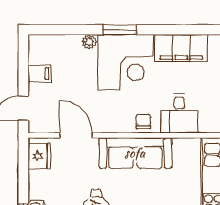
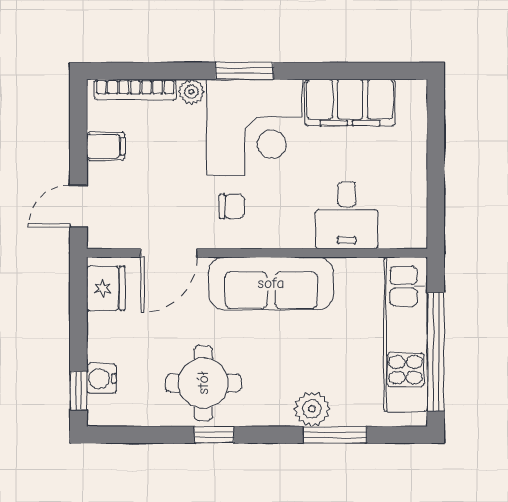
bookcase: (56, 41) -> (135, 90), added
chair: (143, 121) -> (232, 206), moved, turned 90
door: (76, 135) -> (169, 253), swing flipped

